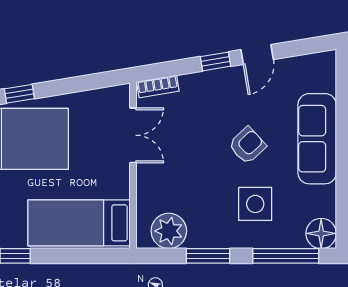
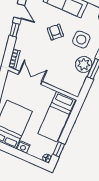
plant: (169, 231) -> (84, 64), moved

